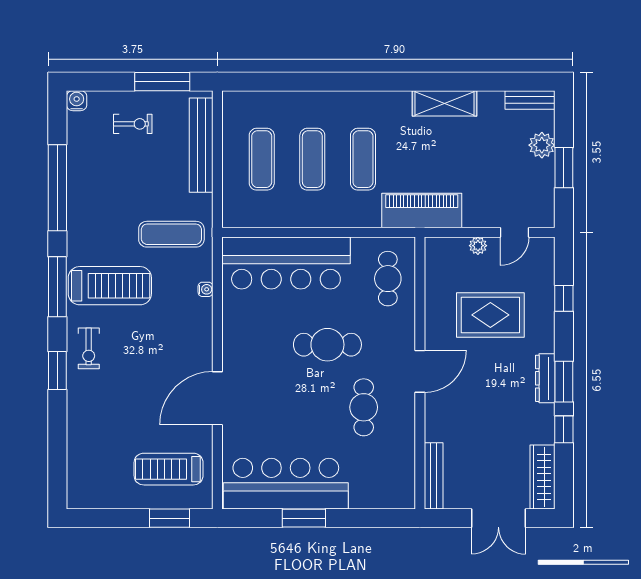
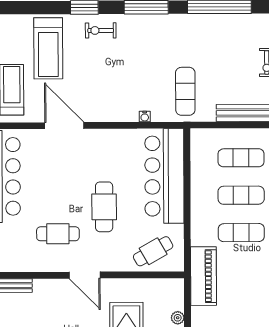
cafe table: (388, 279) -> (153, 251), turned -30
treadmill: (110, 286) -> (48, 48), moved

